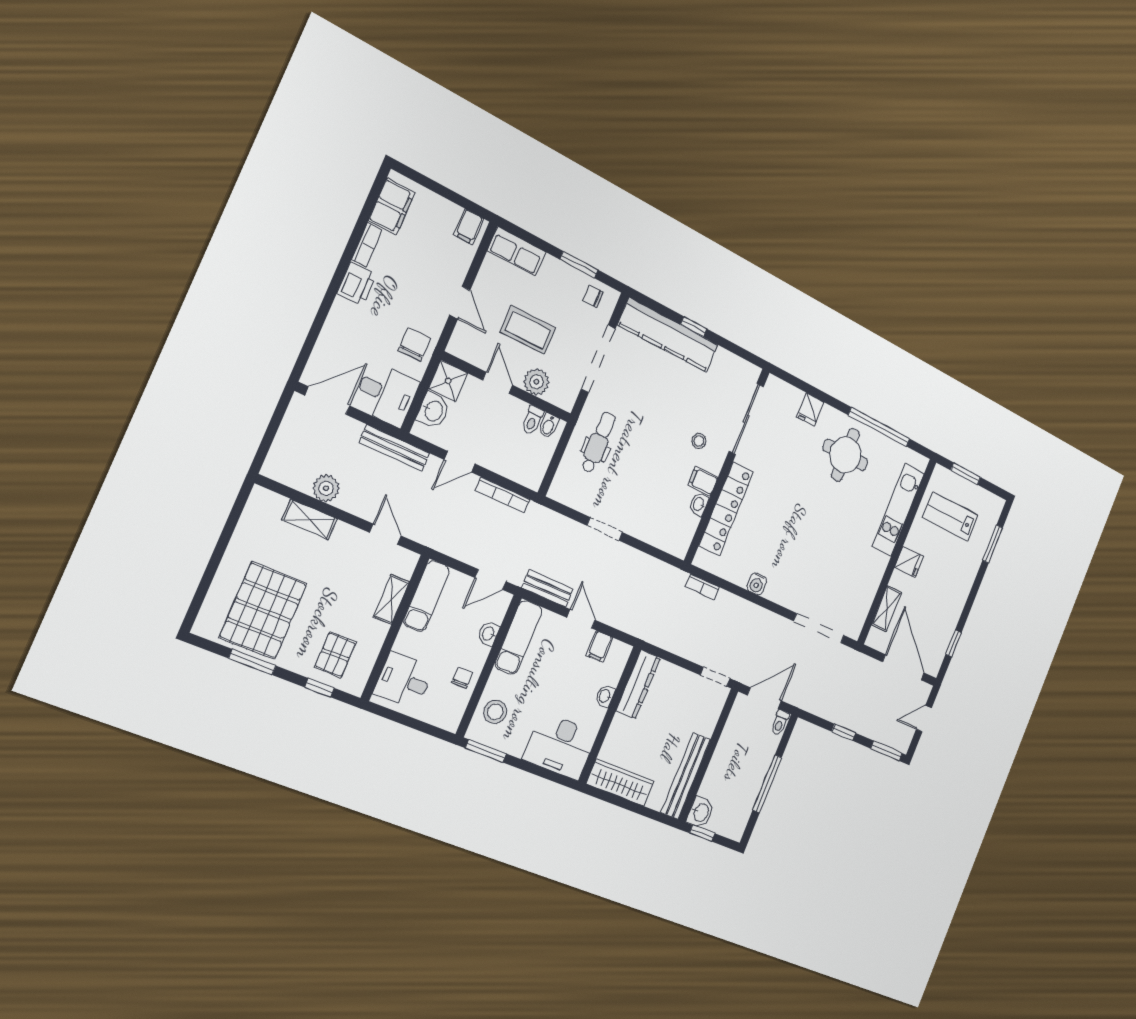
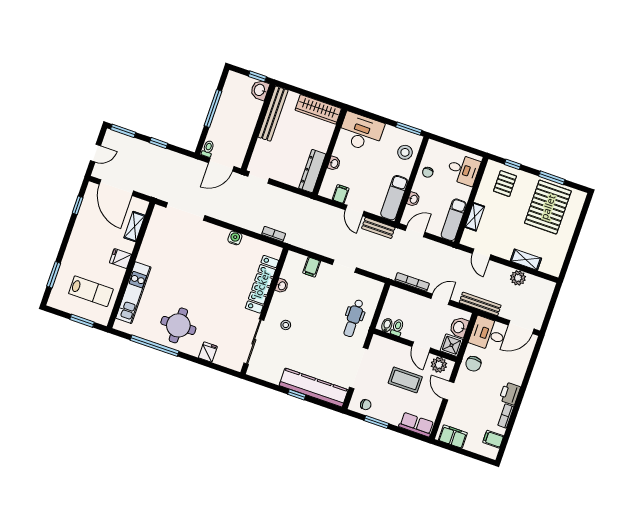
filing cabinet: (392, 207) -> (493, 439), width x0.50
filing cabinet: (469, 227) -> (453, 437), width x2.00
plant: (536, 382) -> (439, 365), moved
filing cabinet: (703, 481) -> (312, 267), moved, turned 90

